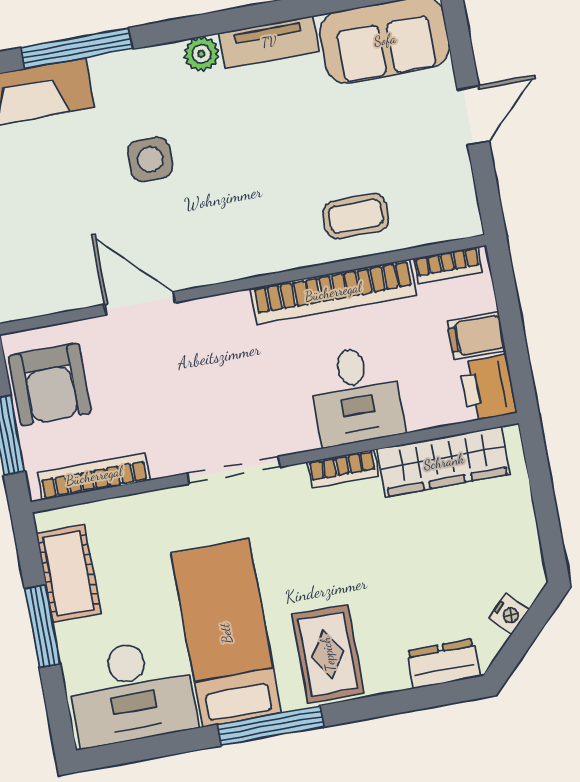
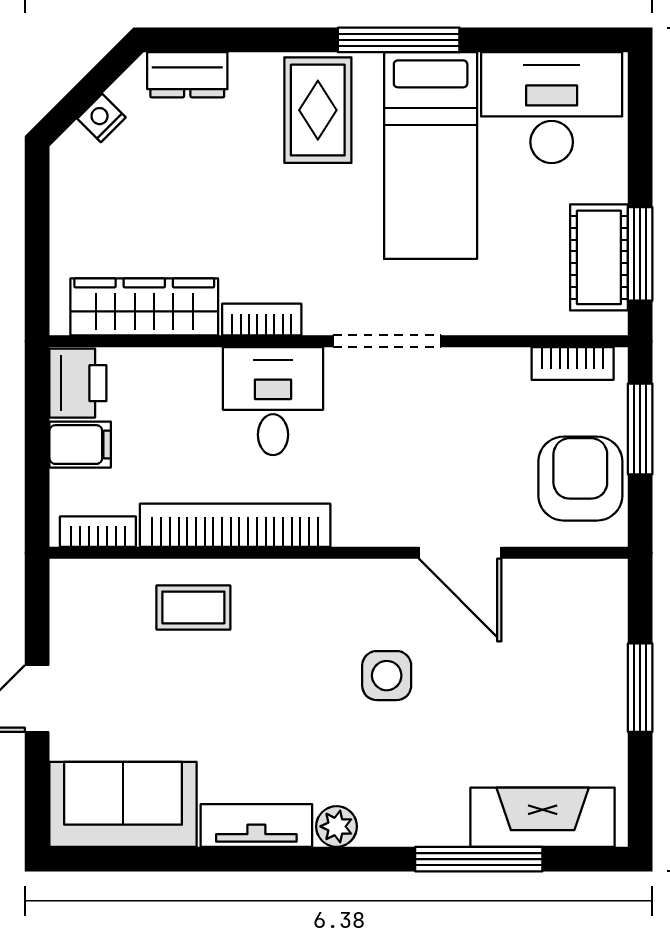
side table: (150, 159) -> (387, 676), moved
desk: (356, 396) -> (273, 401), moved
bookcase: (94, 476) -> (573, 364), width x0.64
window: (42, 626) -> (640, 254), moved

